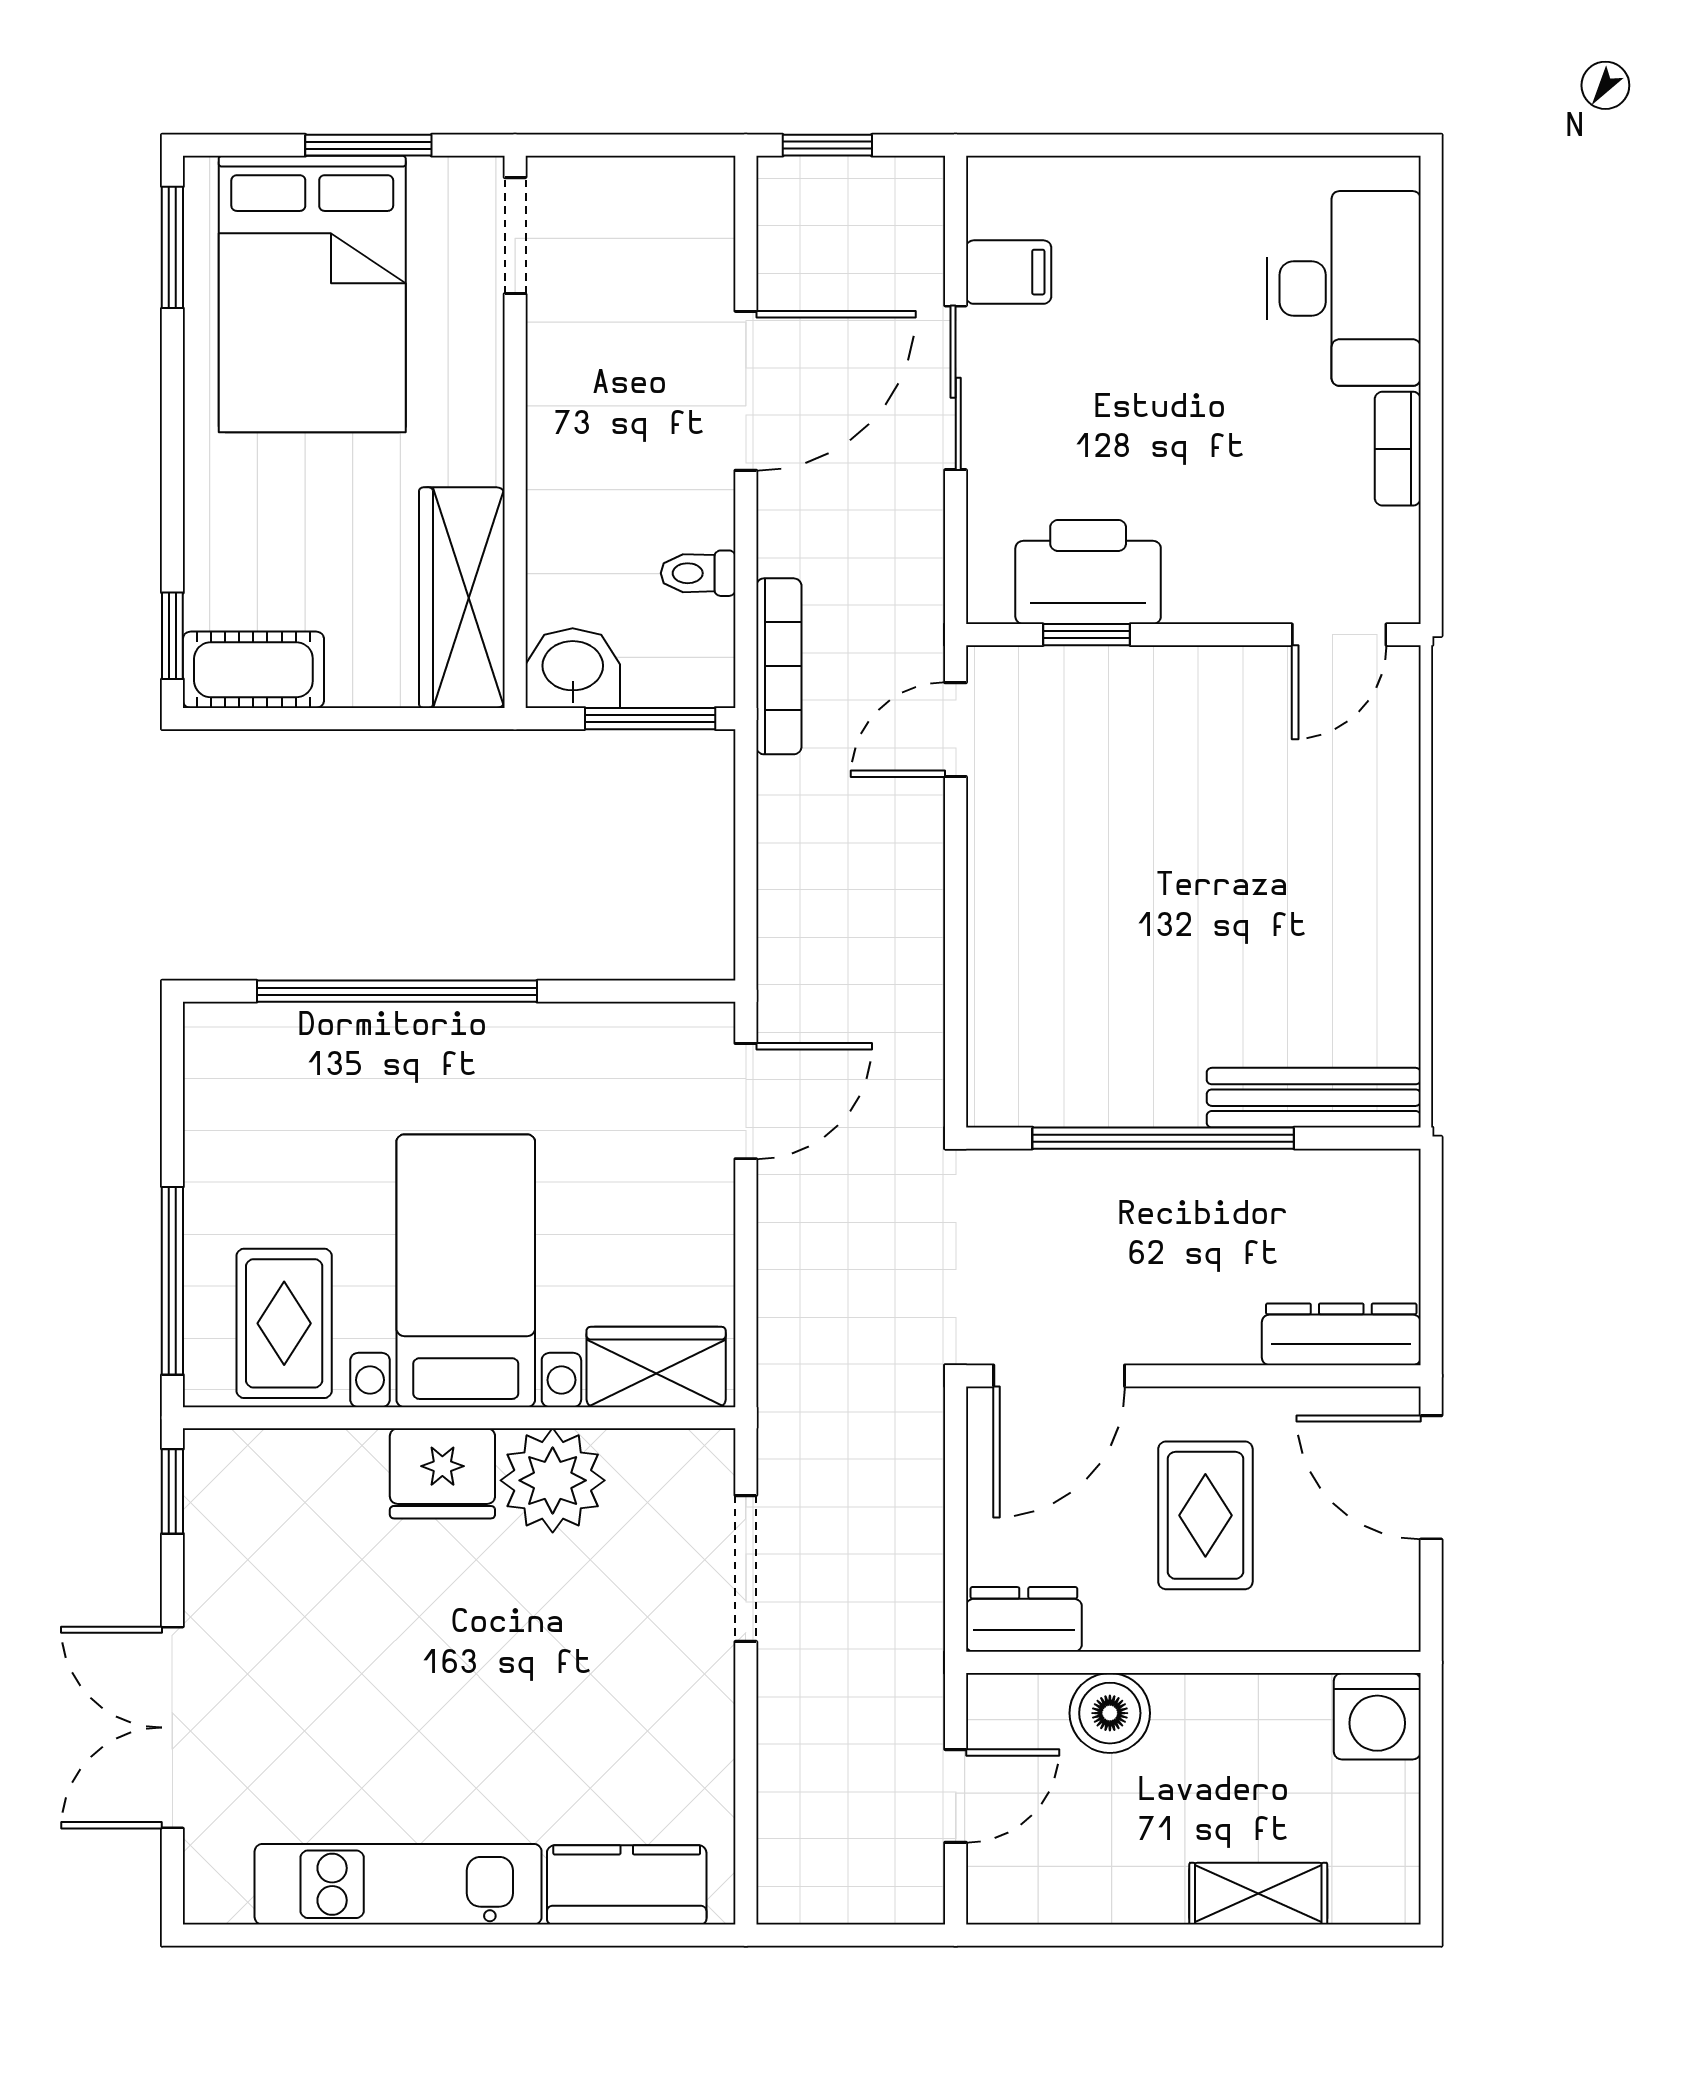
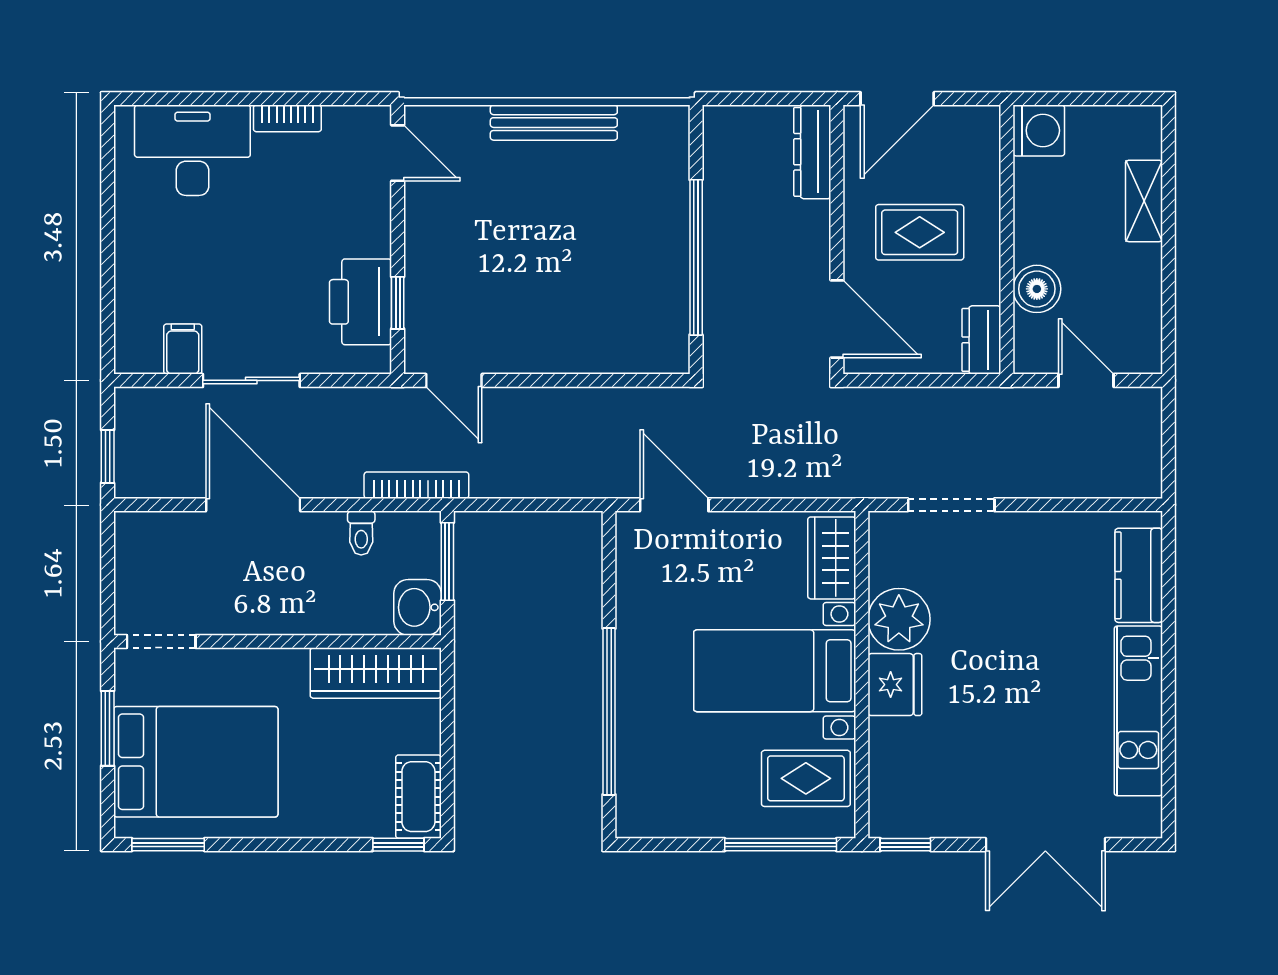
bench: (1314, 1098) -> (554, 123), moved, turned 90

